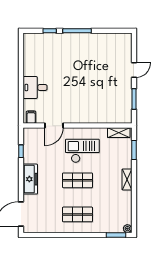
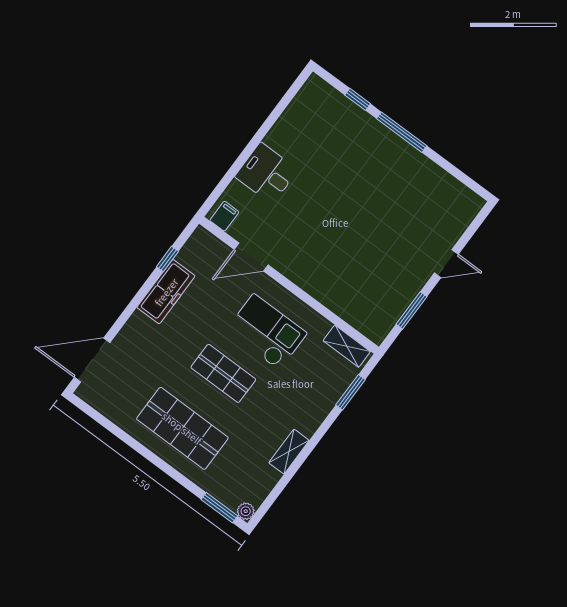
freezer: (30, 179) -> (166, 292), moved
shelving: (127, 179) -> (289, 452), moved
shop shelf: (77, 214) -> (182, 428), width x1.43, depth x1.36

